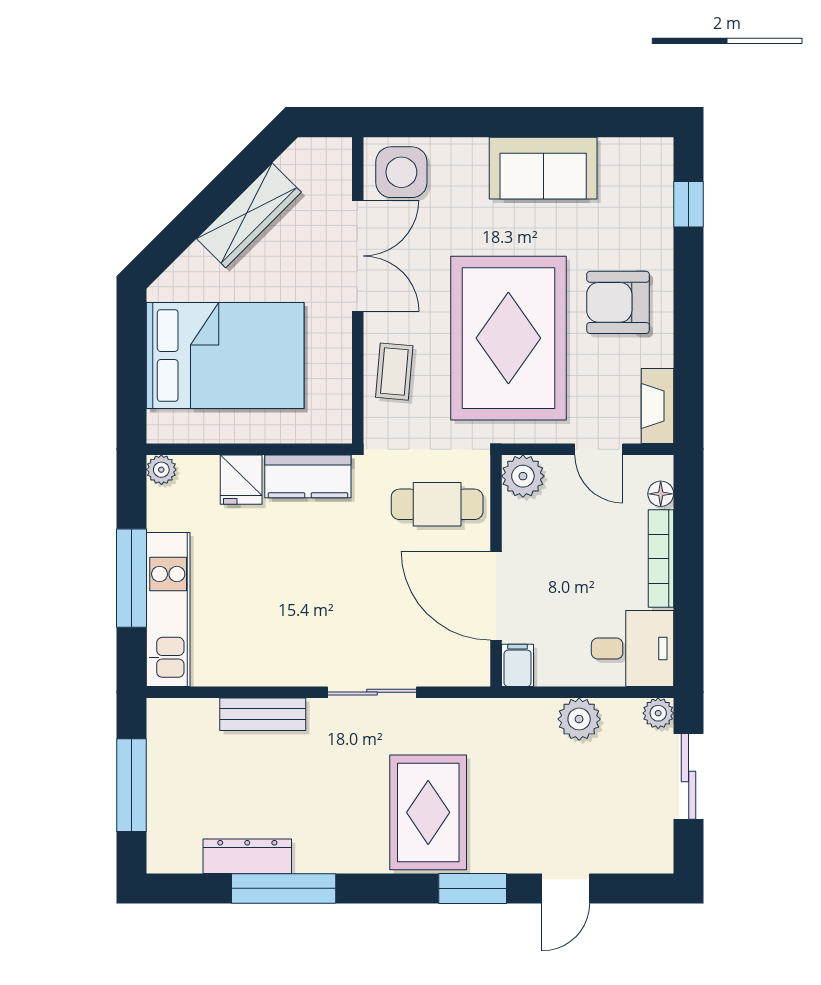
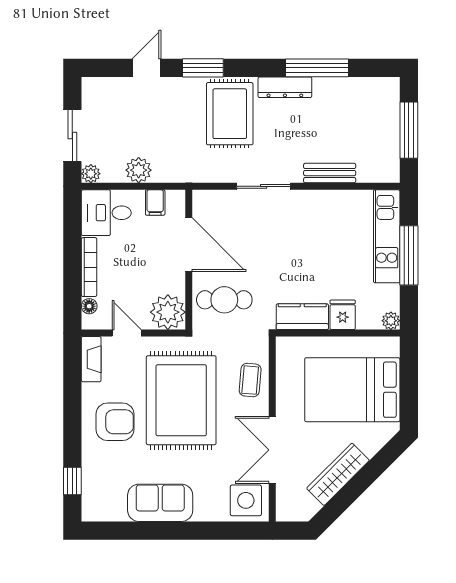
plant: (523, 476) -> (168, 312), width x1.36, depth x1.36
filing cabinet: (518, 665) -> (155, 203), moved
dresser: (247, 856) -> (285, 87), moved

